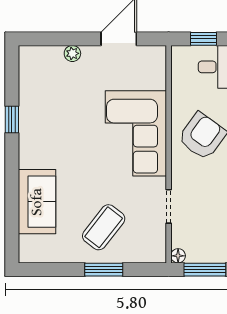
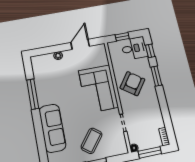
window: (12, 120) -> (33, 94), width x2.17
sofa: (37, 202) -> (52, 128), width x1.36

